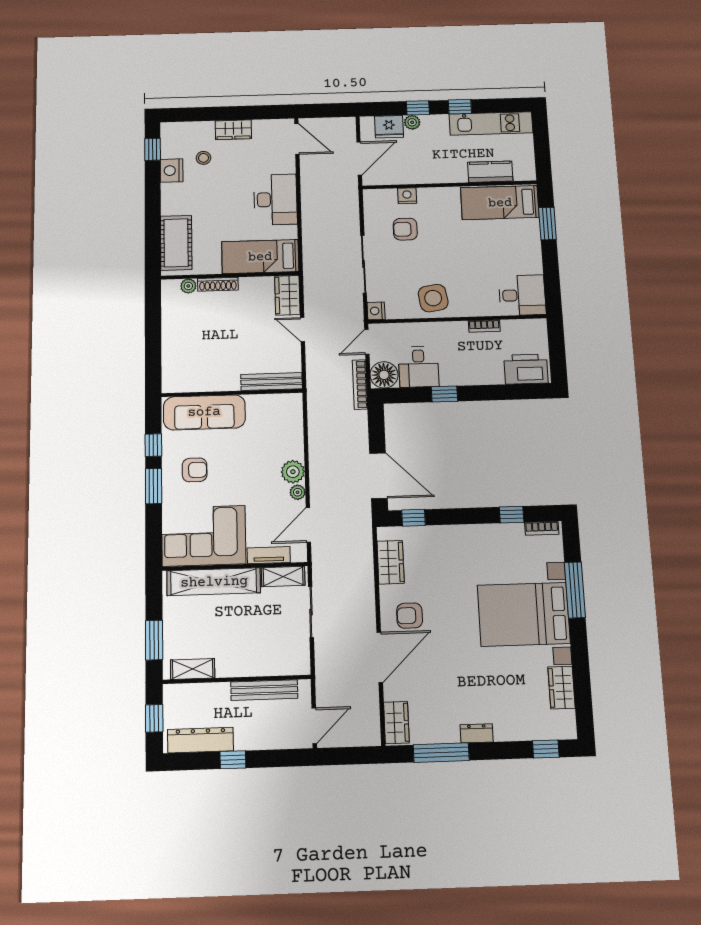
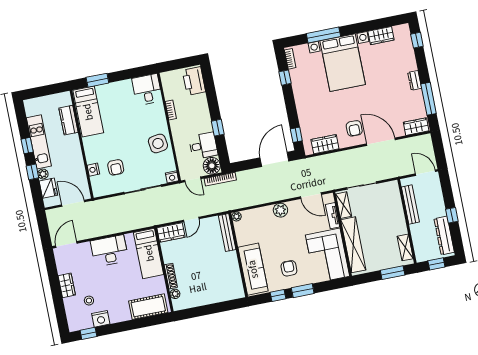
kitchen unit: (491, 123) -> (39, 142), moved
plant: (298, 492) -> (236, 216), moved

